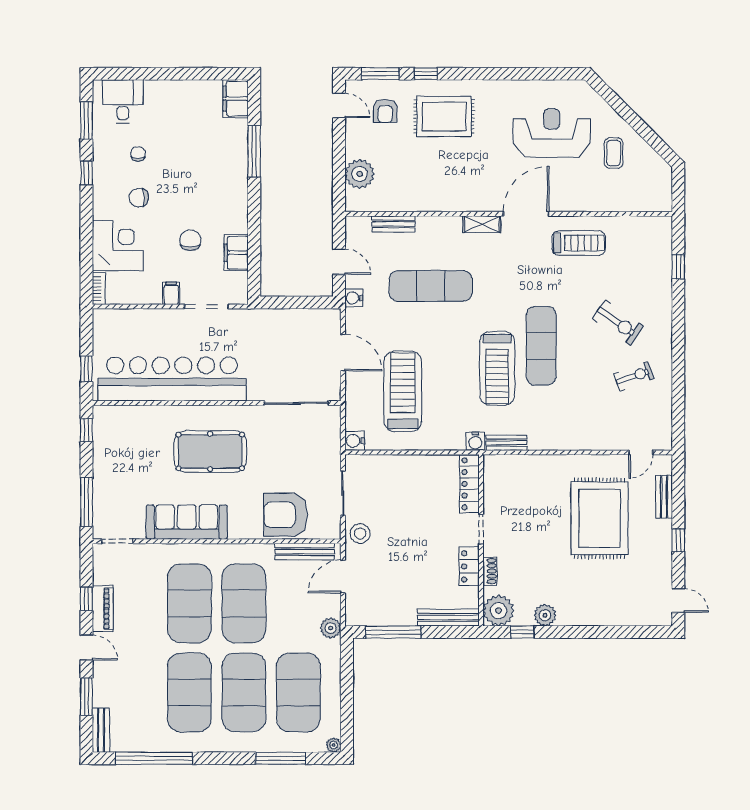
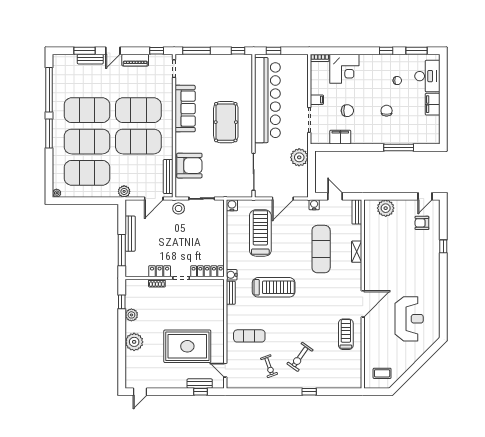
window: (380, 74) -> (443, 220), removed
filing cabinet: (236, 99) -> (433, 104), moved, turned -90
desk: (123, 101) -> (427, 76), width x1.37
rug: (444, 116) -> (419, 257), removed
coffee table: (614, 153) -> (382, 373), moved
chair: (139, 198) -> (387, 111), moved
door: (526, 214) -> (363, 304), hinge flipped
bench: (393, 224) -> (357, 212), moved
shelving: (482, 224) -> (357, 252), moved
treadmill: (579, 243) -> (346, 334), turned 180
door: (339, 262) -> (335, 196), swing flipped
window: (678, 267) -> (309, 392), moved
plant: (271, 324) -> (299, 157), added
exercise mat: (541, 346) -> (249, 336), moved, width x0.73, depth x0.69
treadmill: (497, 368) -> (274, 287), turned 180
treadmill: (403, 391) -> (260, 233), turned -90
armchair: (286, 515) -> (189, 166), turned 90
window: (678, 540) -> (200, 392), moved
door: (343, 577) -> (154, 199), swing flipped
window: (86, 599) -> (157, 51), moved
plant: (499, 611) -> (134, 342), moved
bench: (448, 618) -> (130, 234), moved
window: (393, 632) -> (122, 250), moved
bench: (101, 730) -> (90, 59), moved
window: (281, 758) -> (49, 134), moved

